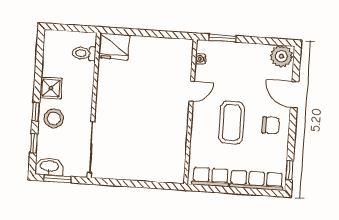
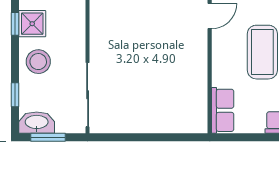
window: (36, 111) -> (15, 24), moved
row of seats: (211, 177) -> (223, 110), moved, turned 90

